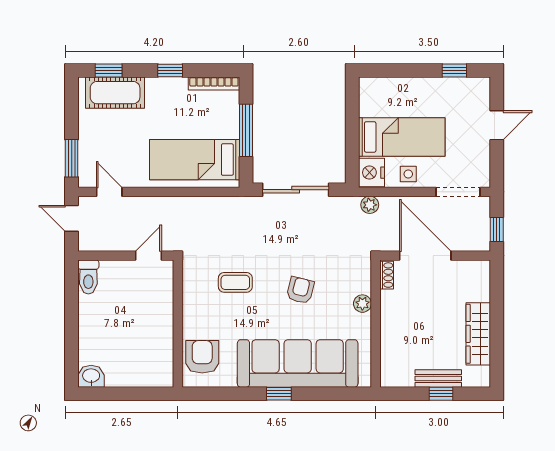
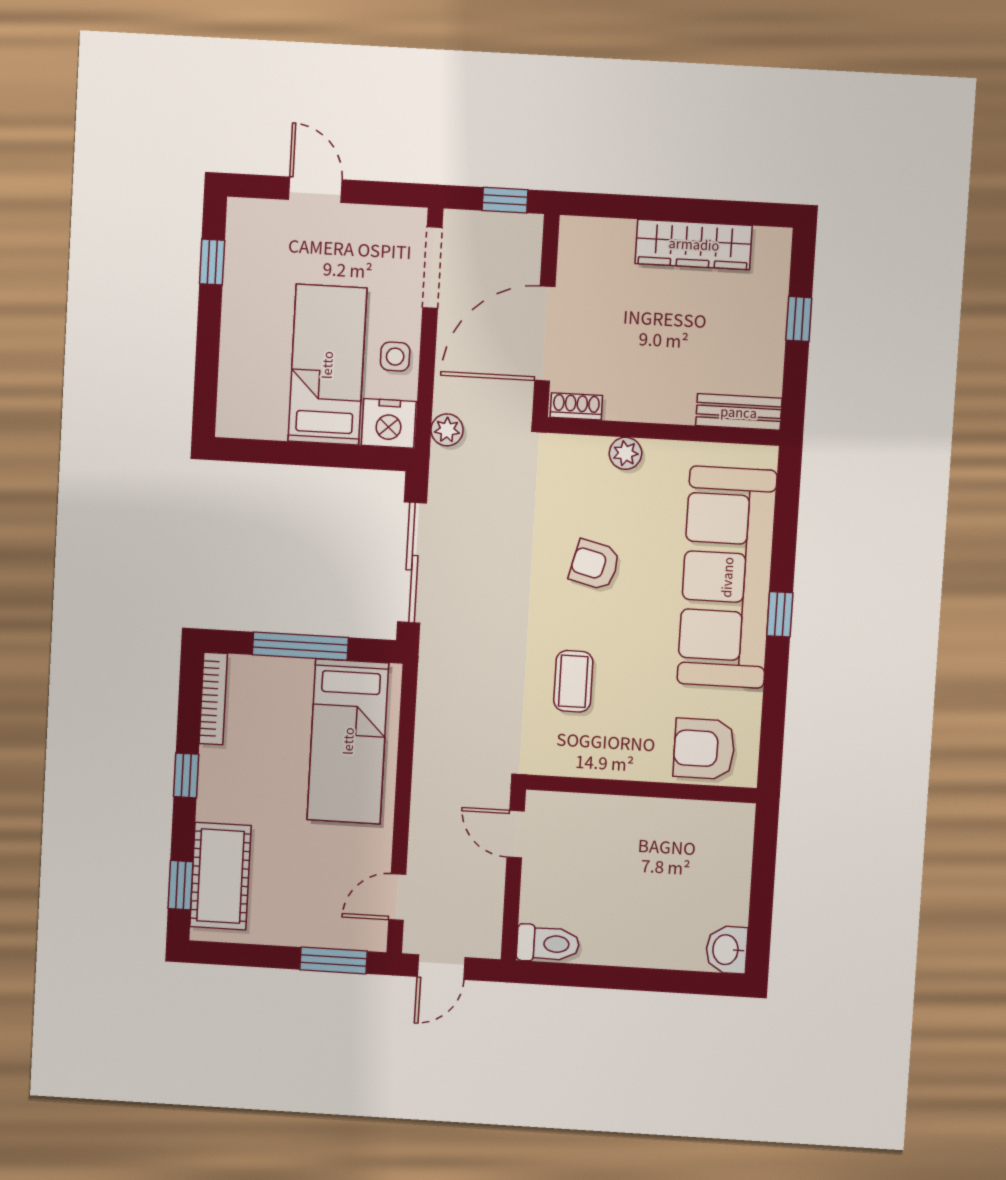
bench: (438, 379) -> (739, 412), moved, turned 90

